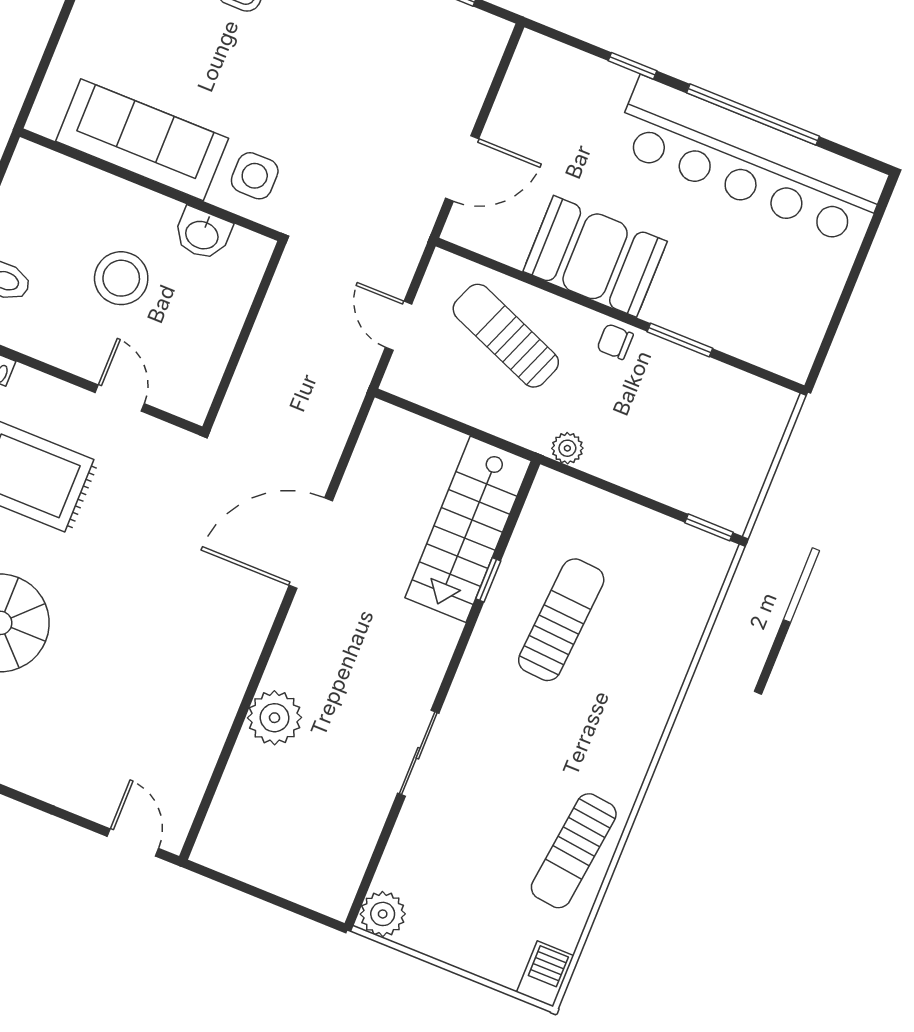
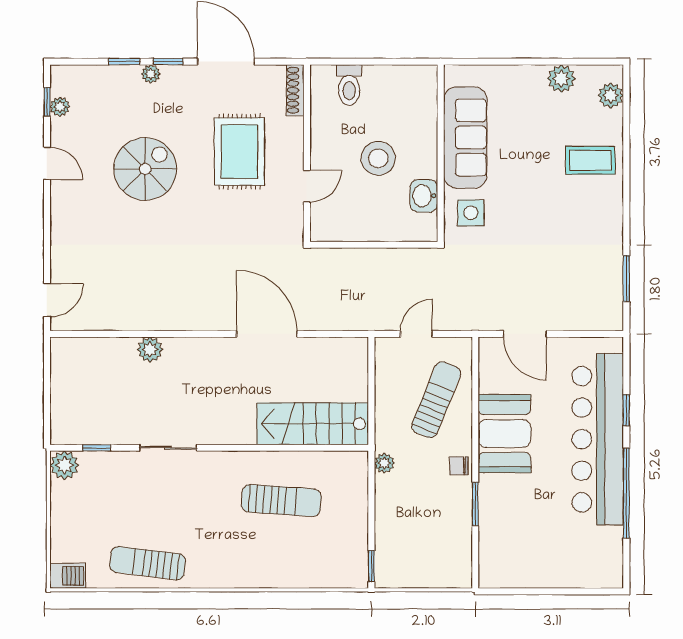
bar counter: (750, 162) -> (598, 439), moved
chair: (615, 342) -> (459, 466), turned -90
window: (488, 580) -> (97, 448), moved
plant: (275, 718) -> (150, 350), width x0.73, depth x0.73

